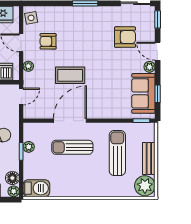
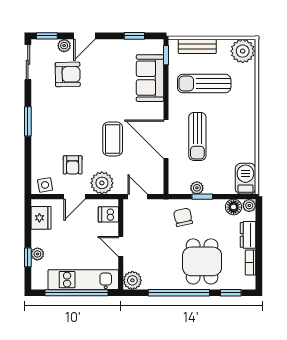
armchair: (125, 37) -> (68, 74), turned 89
plant: (28, 66) -> (102, 183), width x1.87, depth x1.87
plant: (149, 67) -> (64, 46), moved
sofa: (143, 93) -> (150, 78), moved, turned 90
bench: (149, 158) -> (197, 46), moved

